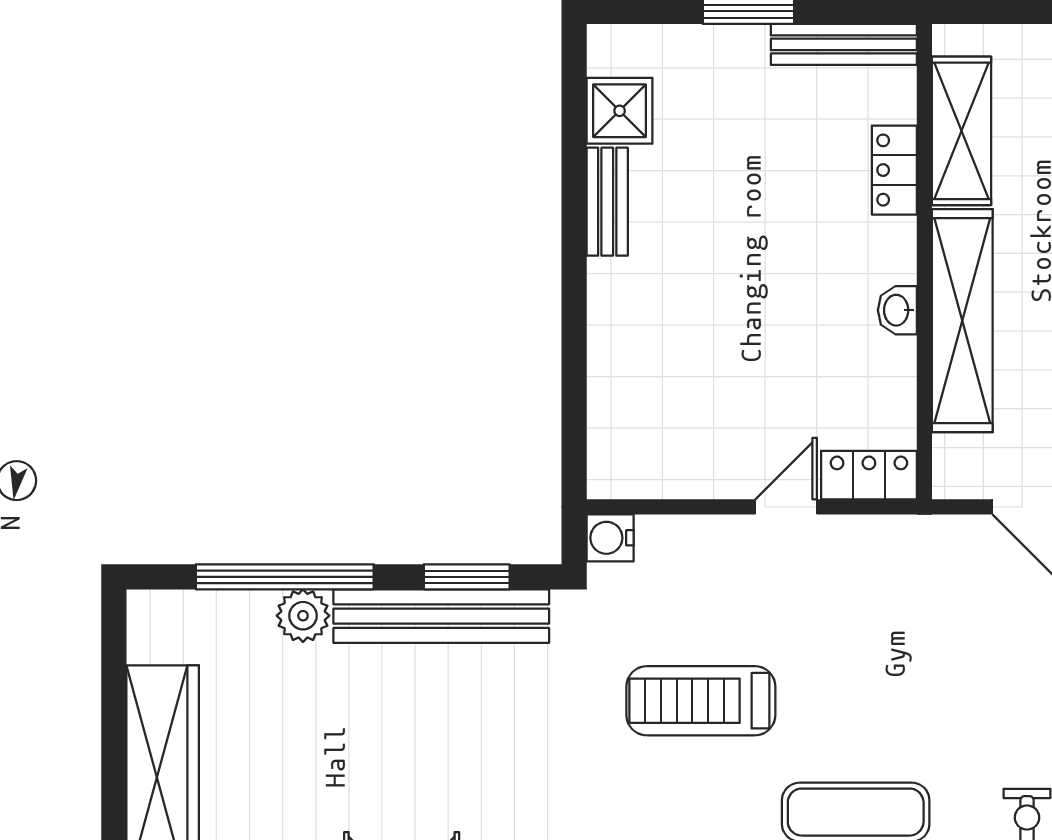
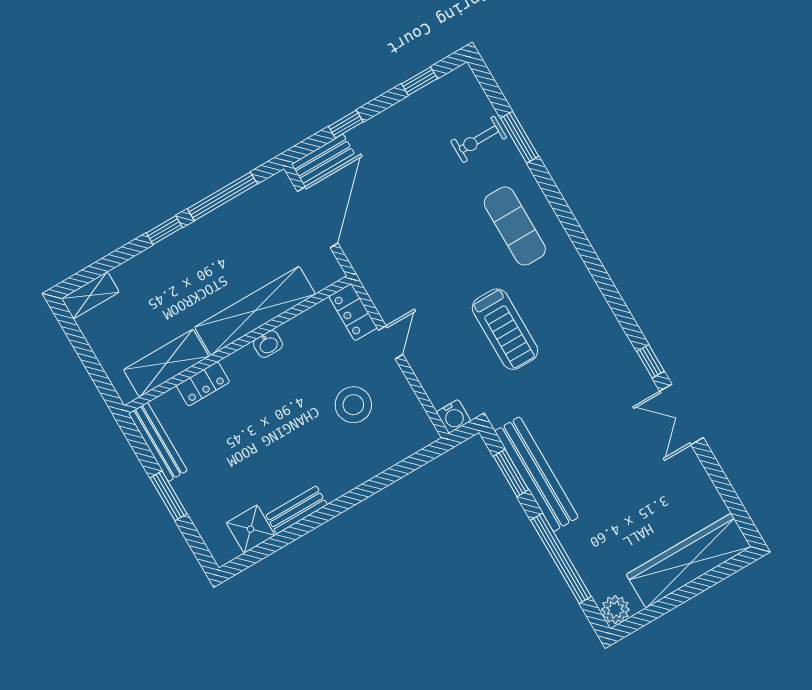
stool: (722, 390) -> (353, 405), added
door: (786, 507) -> (391, 342), swing flipped
plant: (303, 616) -> (615, 610), moved

